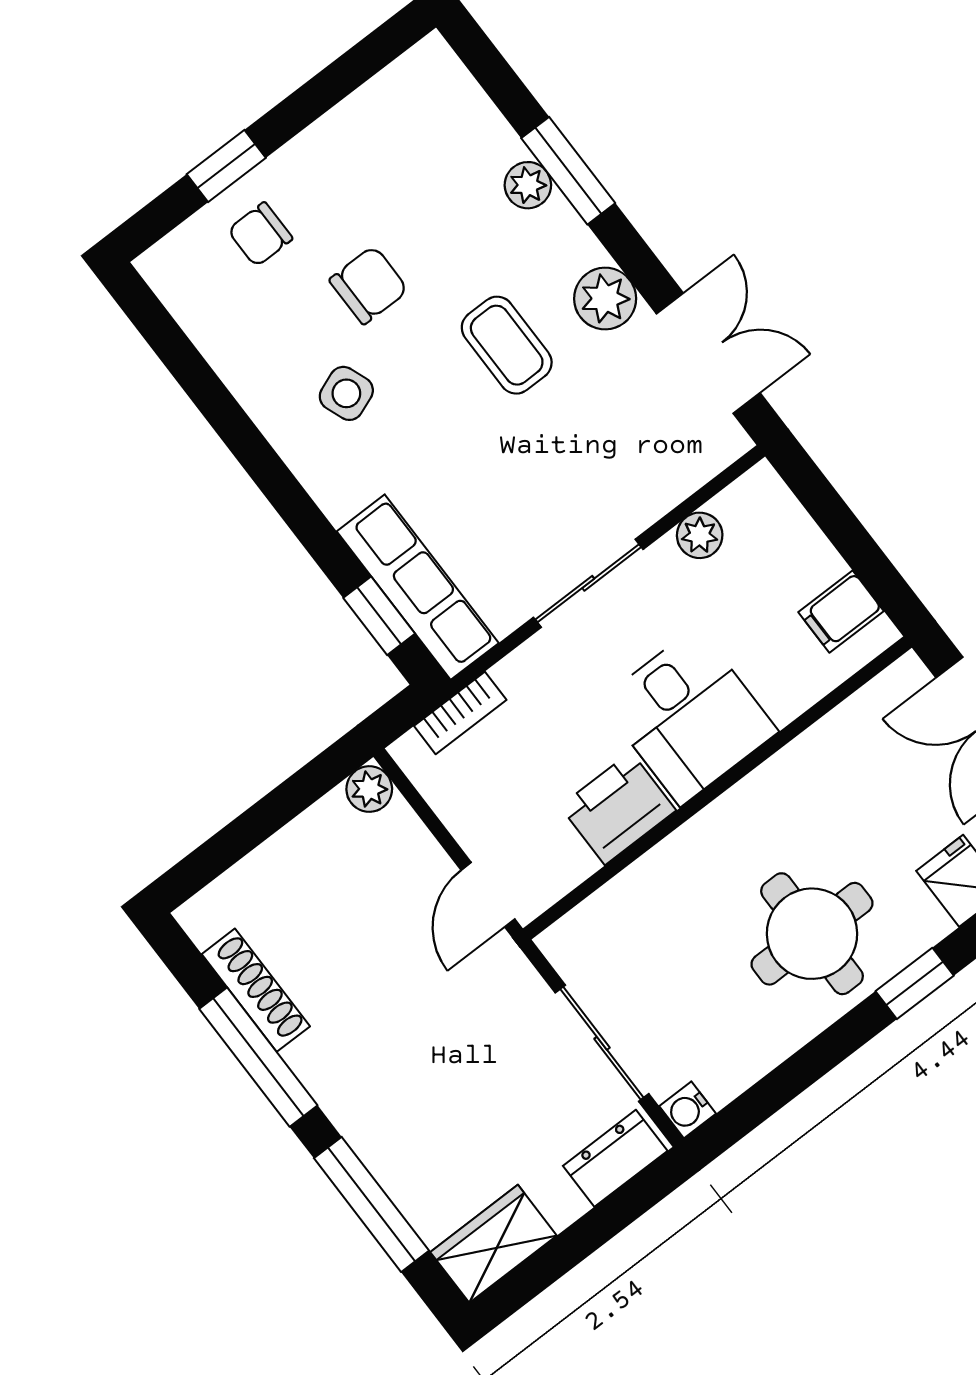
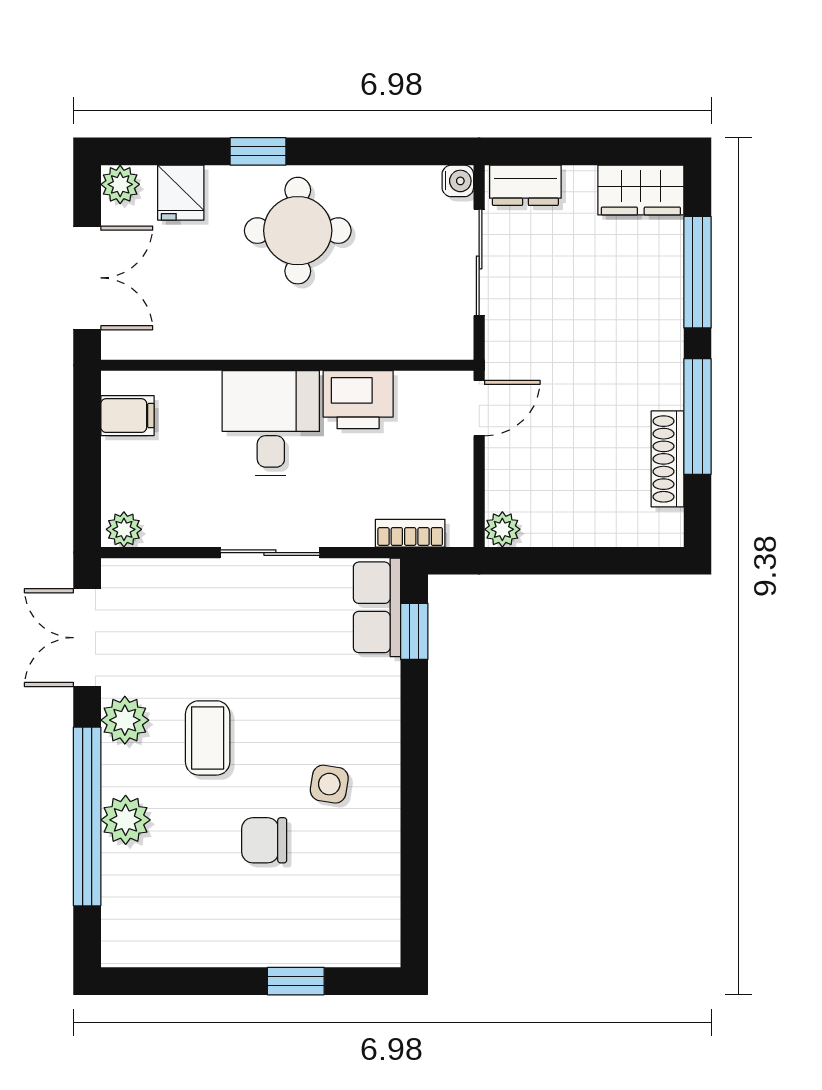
window: (568, 171) -> (87, 816), width x2.11
plant: (528, 185) -> (126, 820), width x1.38, depth x1.38
chair: (260, 234) -> (307, 923), removed
side table: (346, 393) -> (329, 784), turned 30
plant: (700, 535) -> (124, 529), moved
row of seats: (418, 587) -> (377, 607), width x0.68

